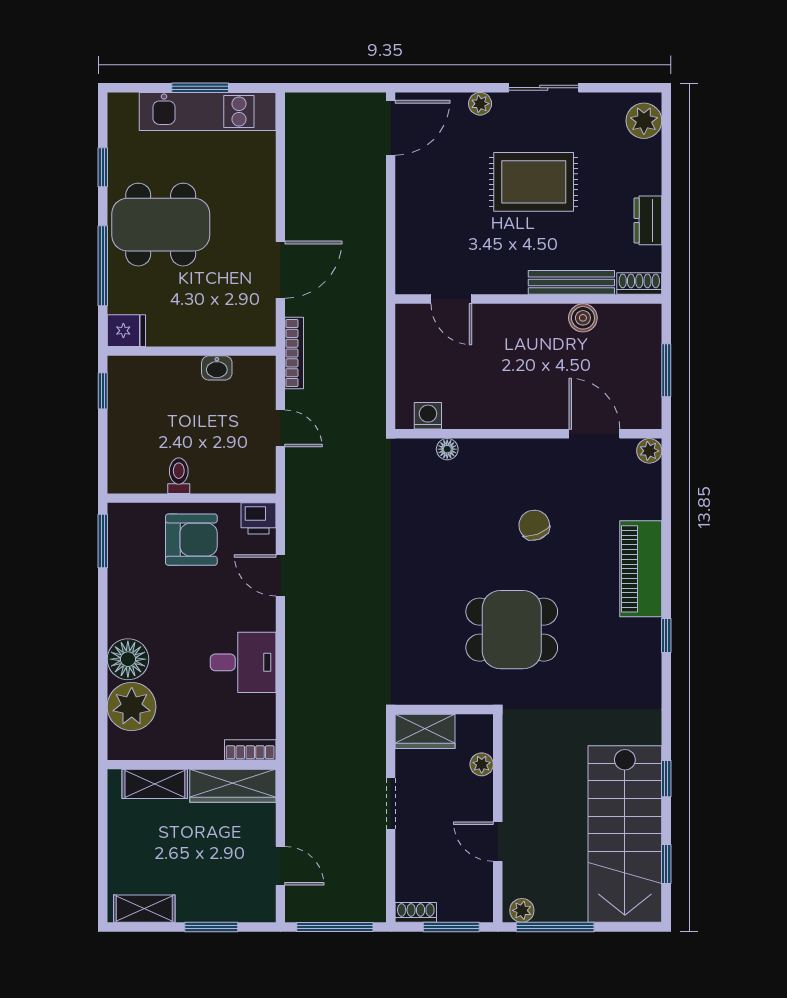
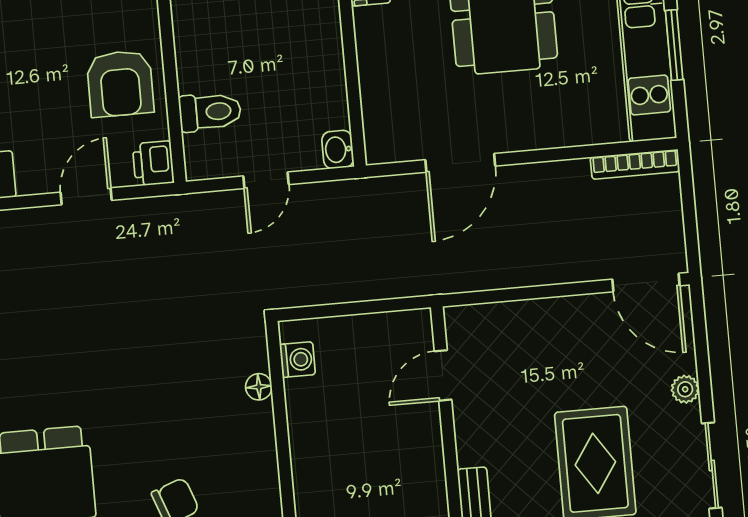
door: (280, 270) -> (460, 163), hinge flipped
bookcase: (294, 353) -> (635, 164), moved
washbasin: (217, 368) -> (338, 150), moved
toilet: (179, 476) -> (210, 112), moved, width x1.37, depth x1.39

